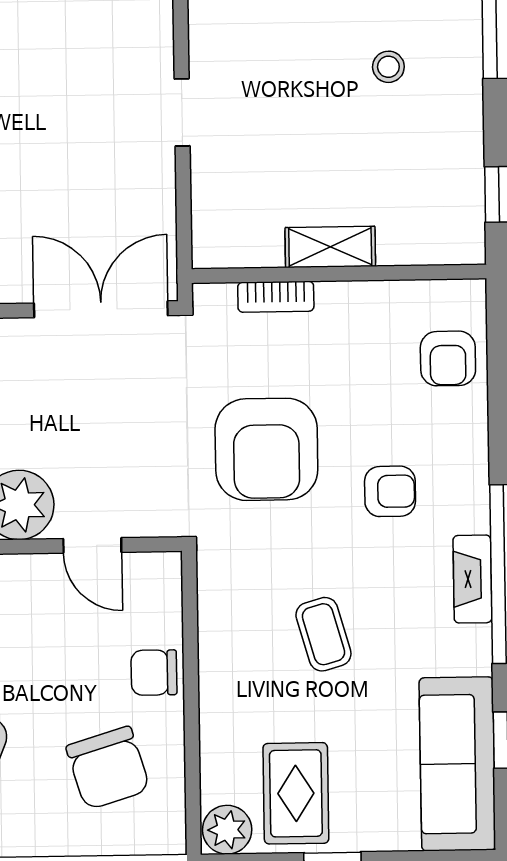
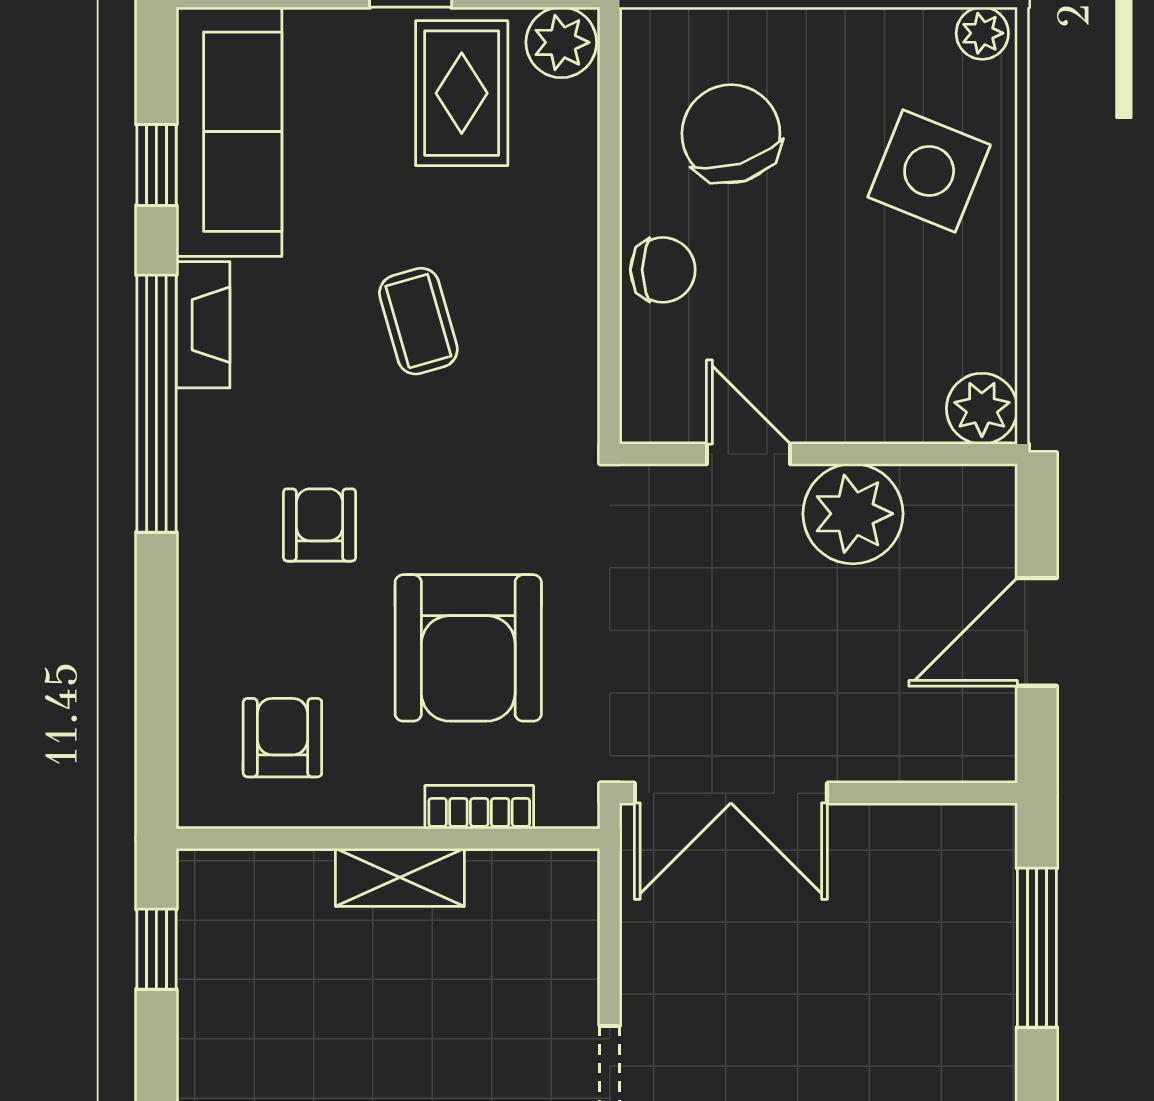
armchair: (448, 358) -> (282, 738), moved
armchair: (266, 449) -> (468, 648), moved, turned 180
armchair: (390, 491) -> (320, 525), turned 90
fireplace: (473, 579) -> (203, 325), moved

